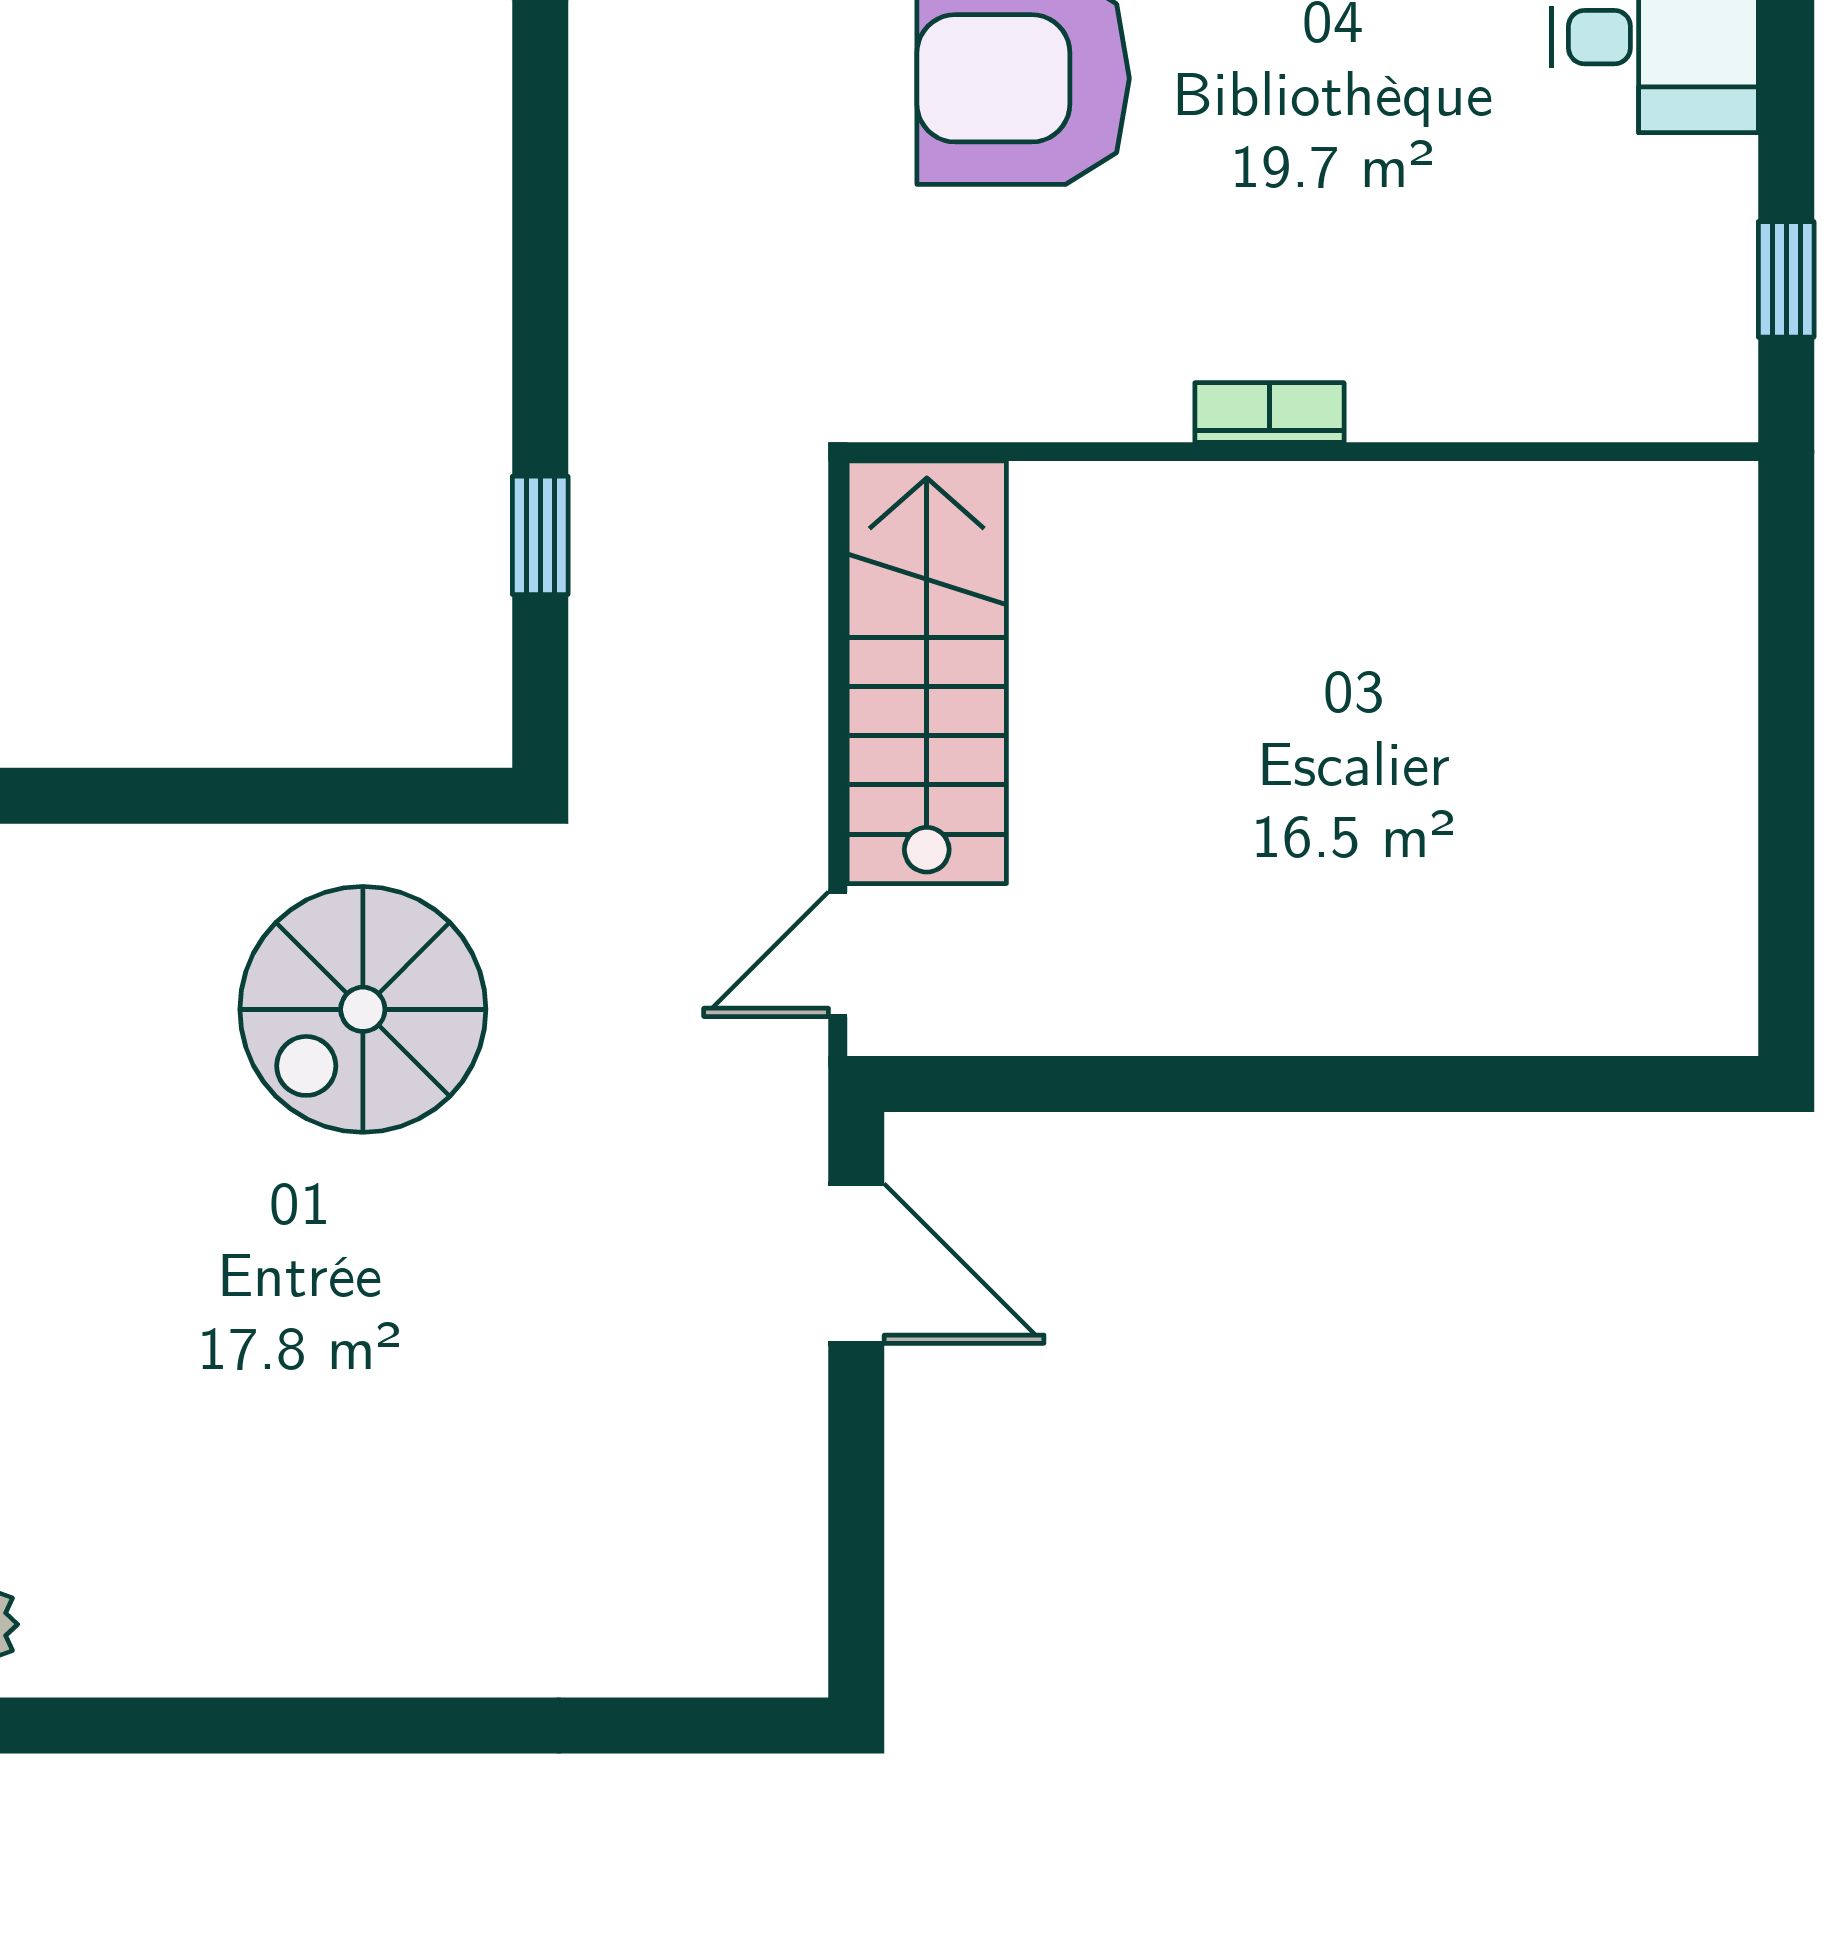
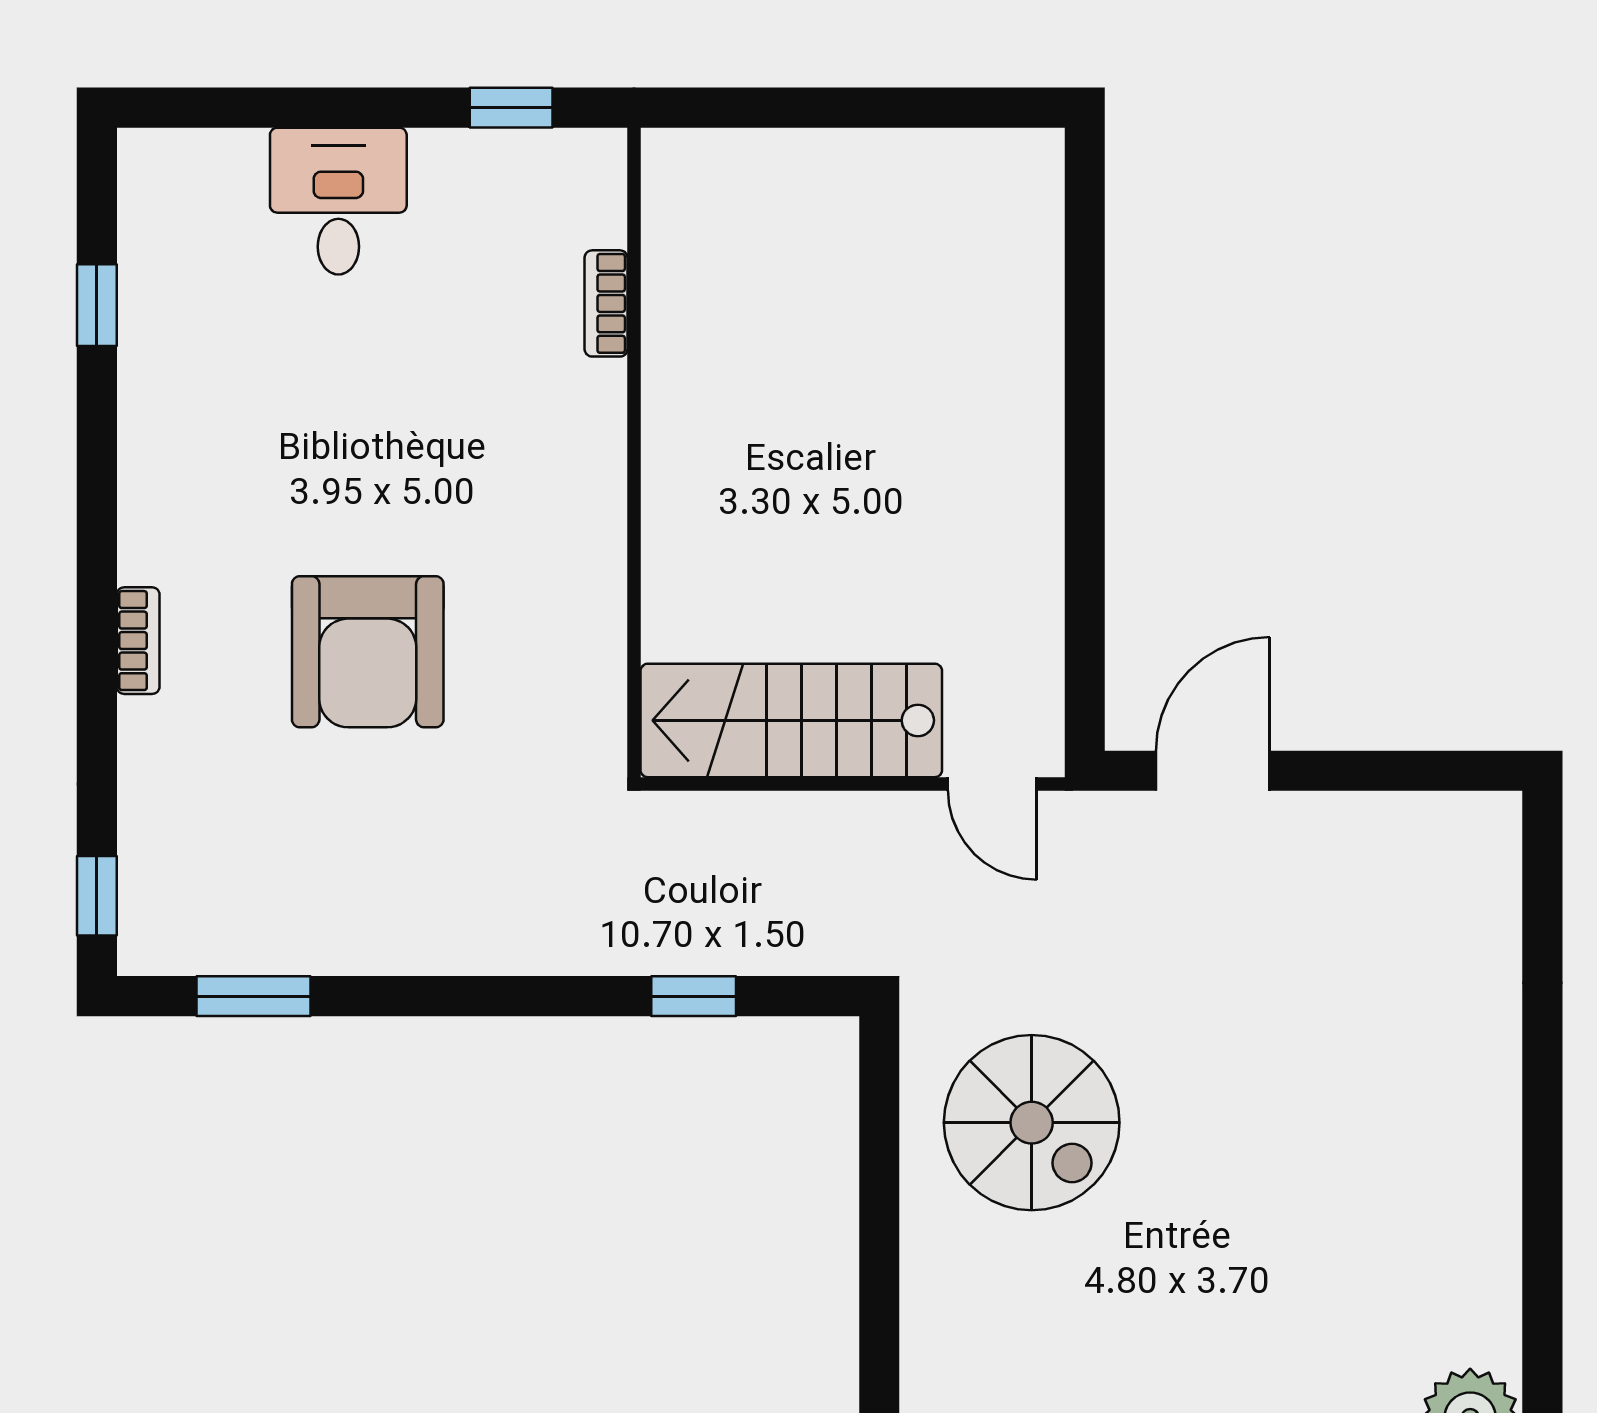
bookcase: (1269, 412) -> (606, 303), moved

